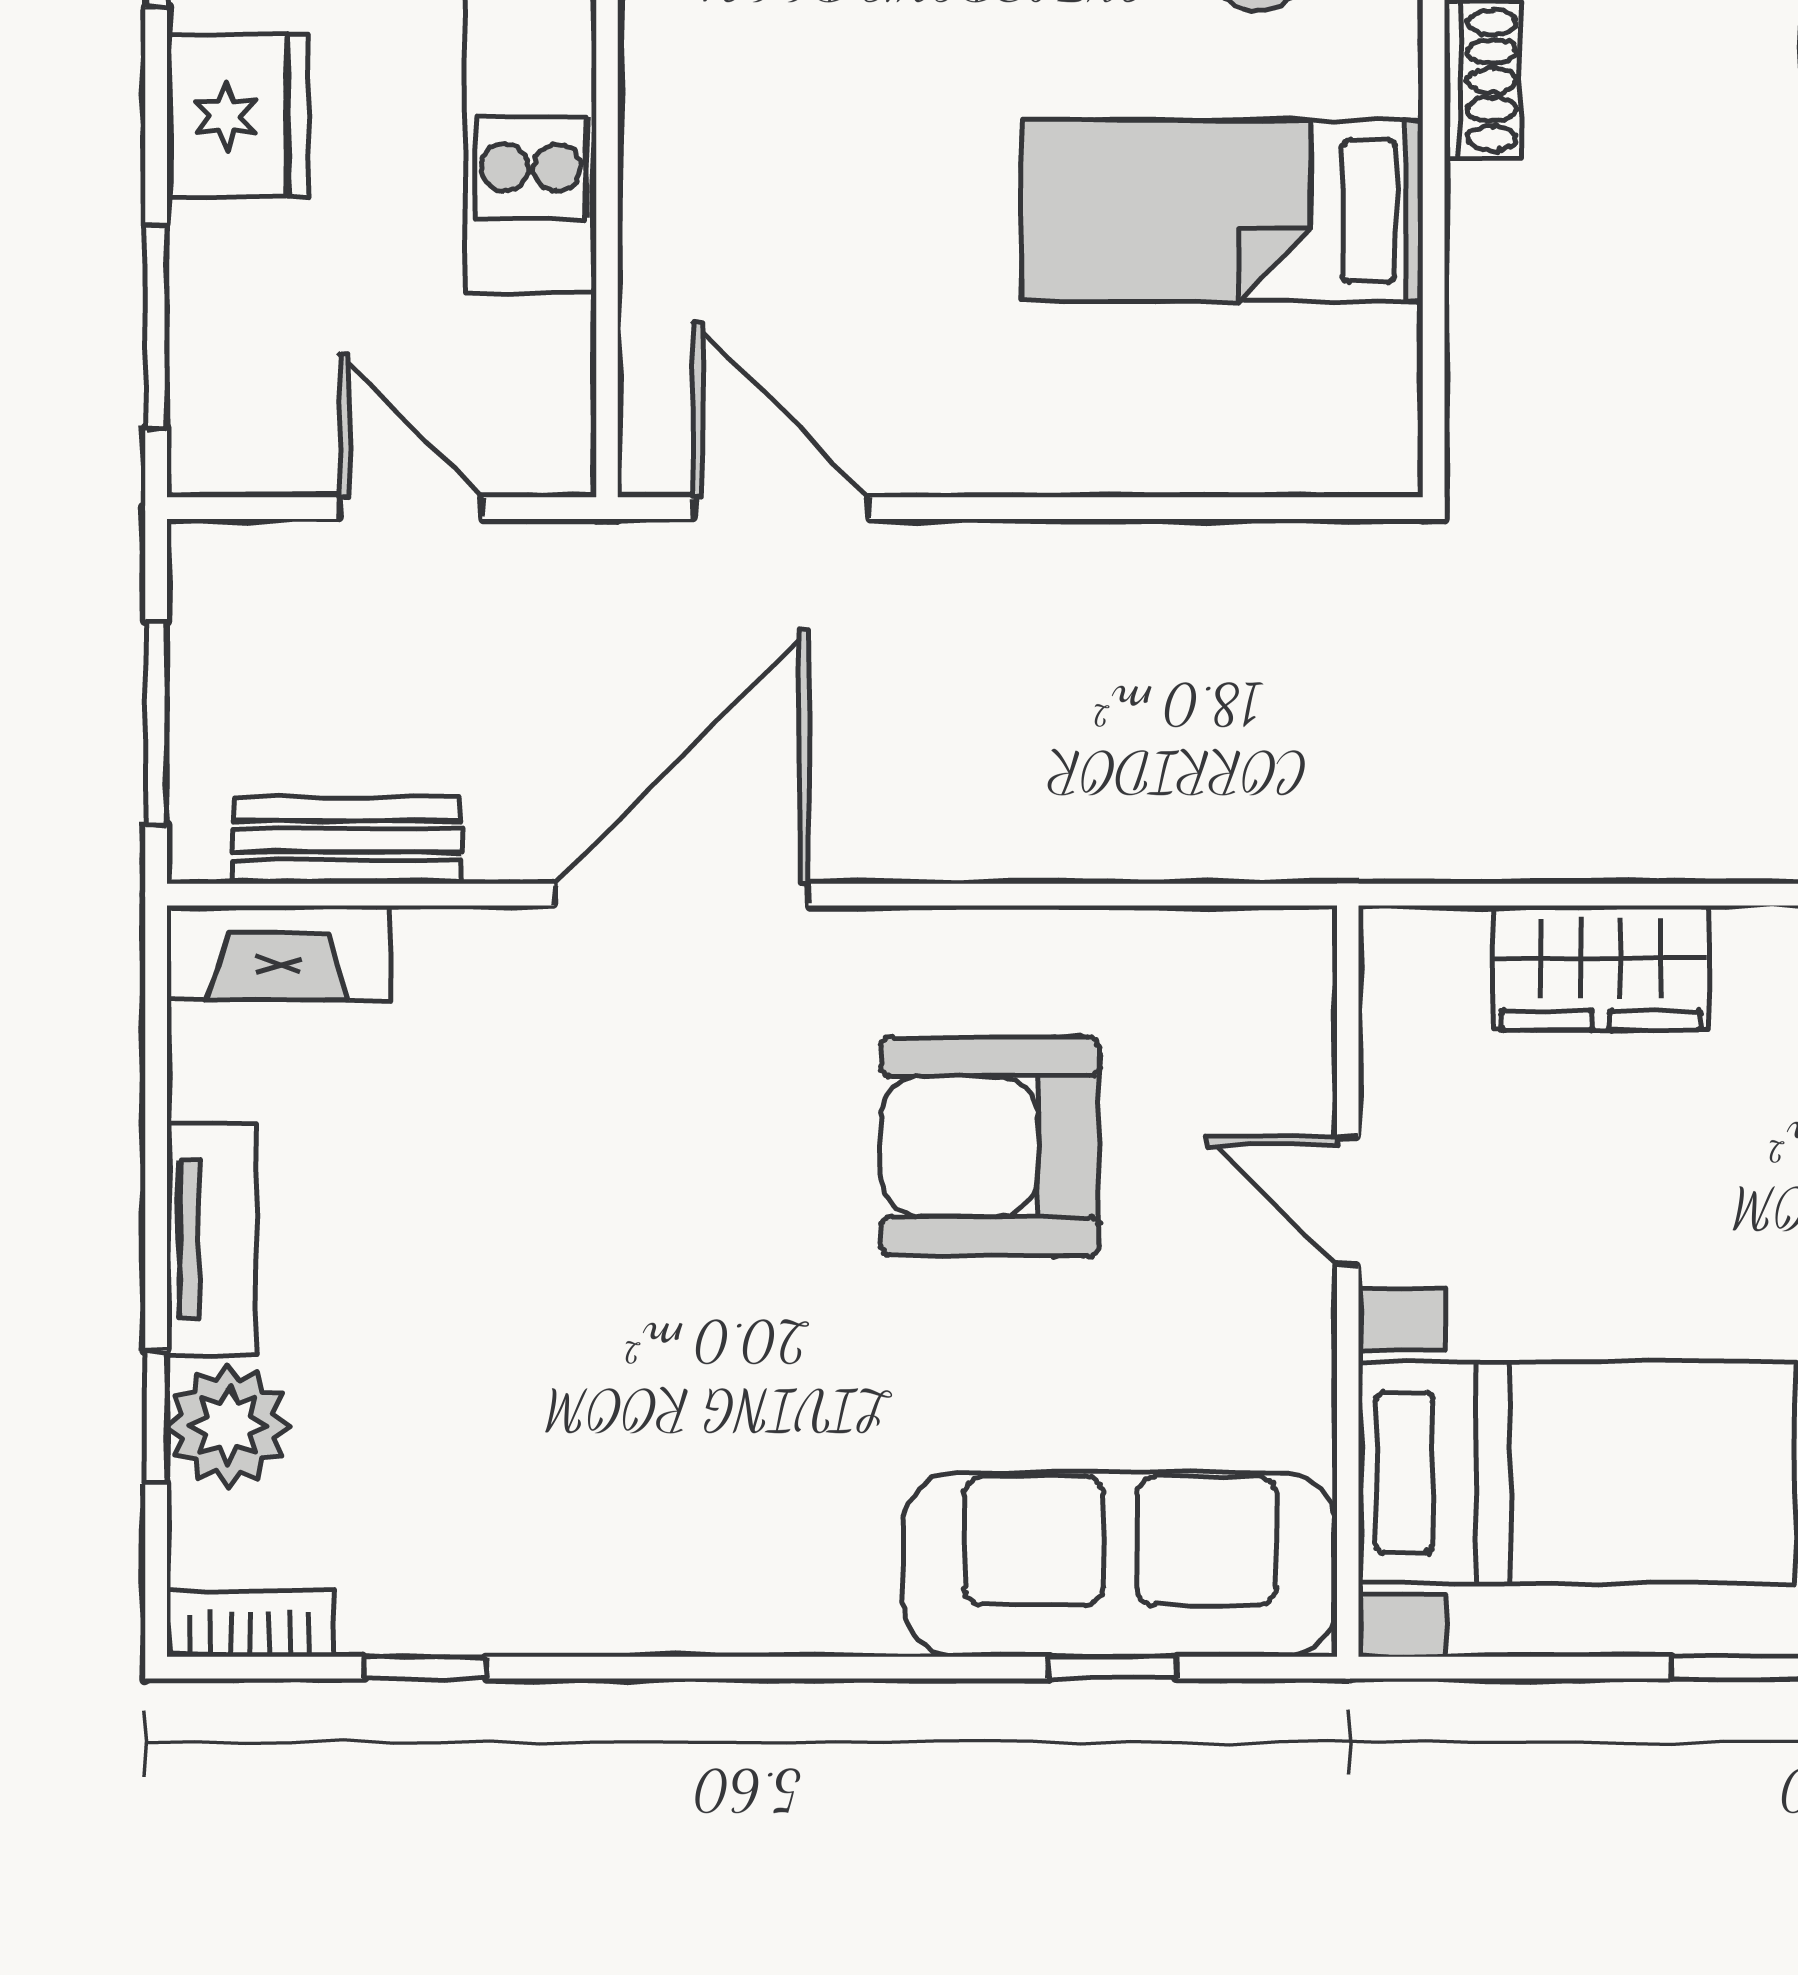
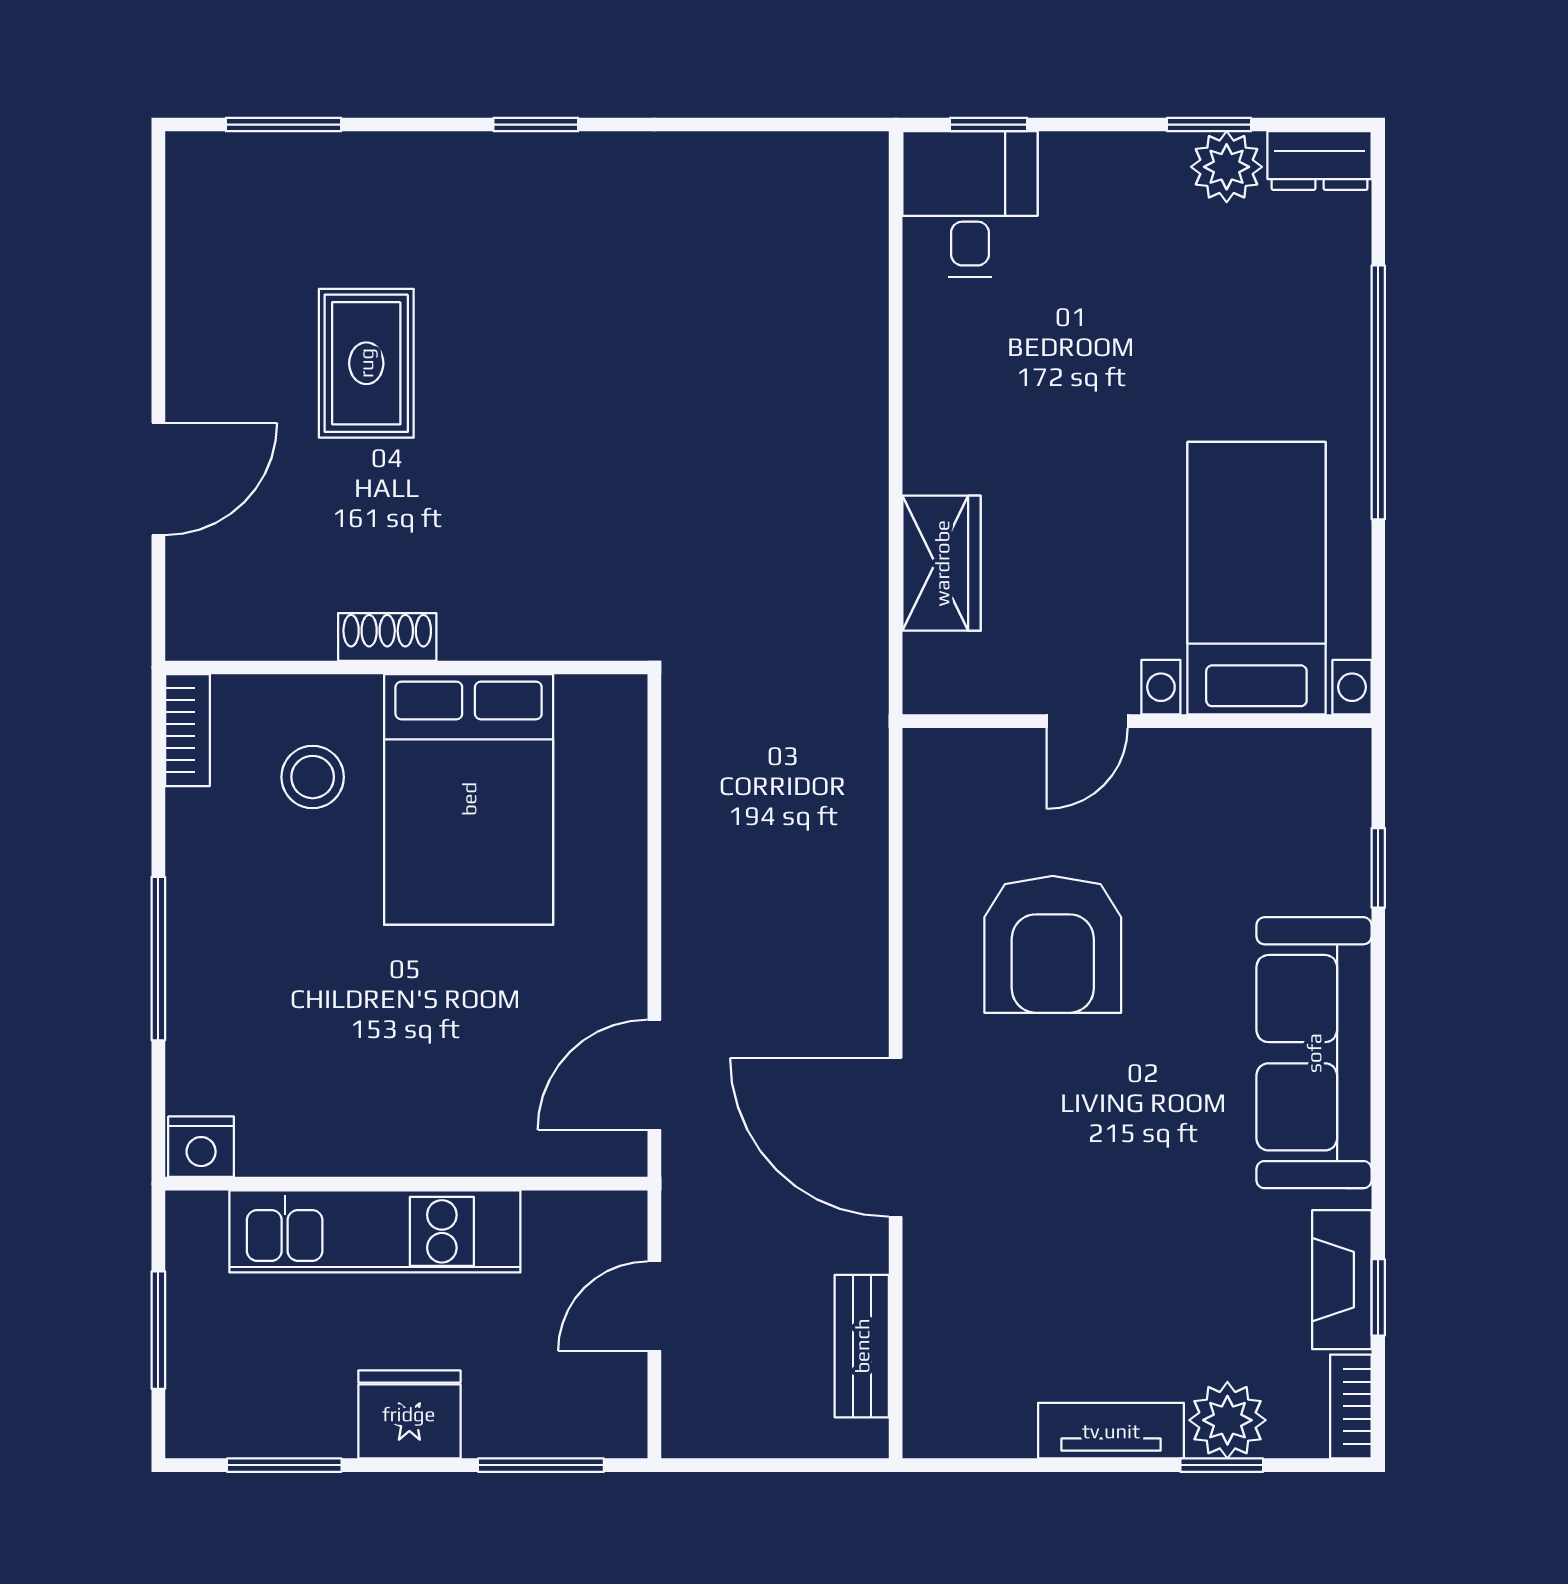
bed: (1222, 211) -> (469, 799), width x1.50
window: (156, 723) -> (789, 1465), removed
fireplace: (278, 953) -> (1342, 1280), moved, turned 180
sofa: (1120, 1565) -> (1314, 1053), moved

